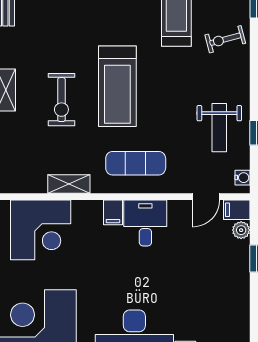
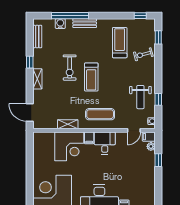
treadmill: (117, 86) -> (91, 77), width x0.73, depth x0.73
exercise bike: (61, 100) -> (70, 68), moved
corner desk: (41, 230) -> (69, 146), moved

